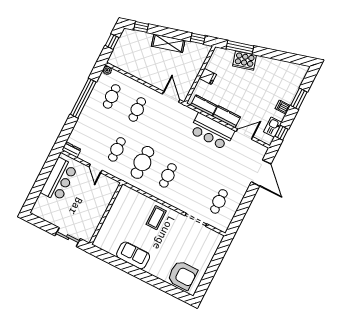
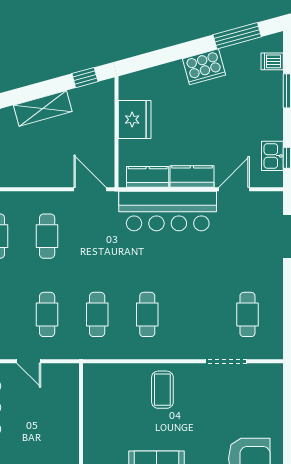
window: (240, 47) -> (237, 36), moved
cooker: (244, 61) -> (204, 67), moved
fridge: (208, 76) -> (135, 119), width x1.88, depth x1.34
dishwasher: (283, 107) -> (272, 61), moved
bar counter: (212, 131) -> (168, 211), width x1.36
cafe table: (142, 162) -> (97, 314), width x0.73, depth x0.74

